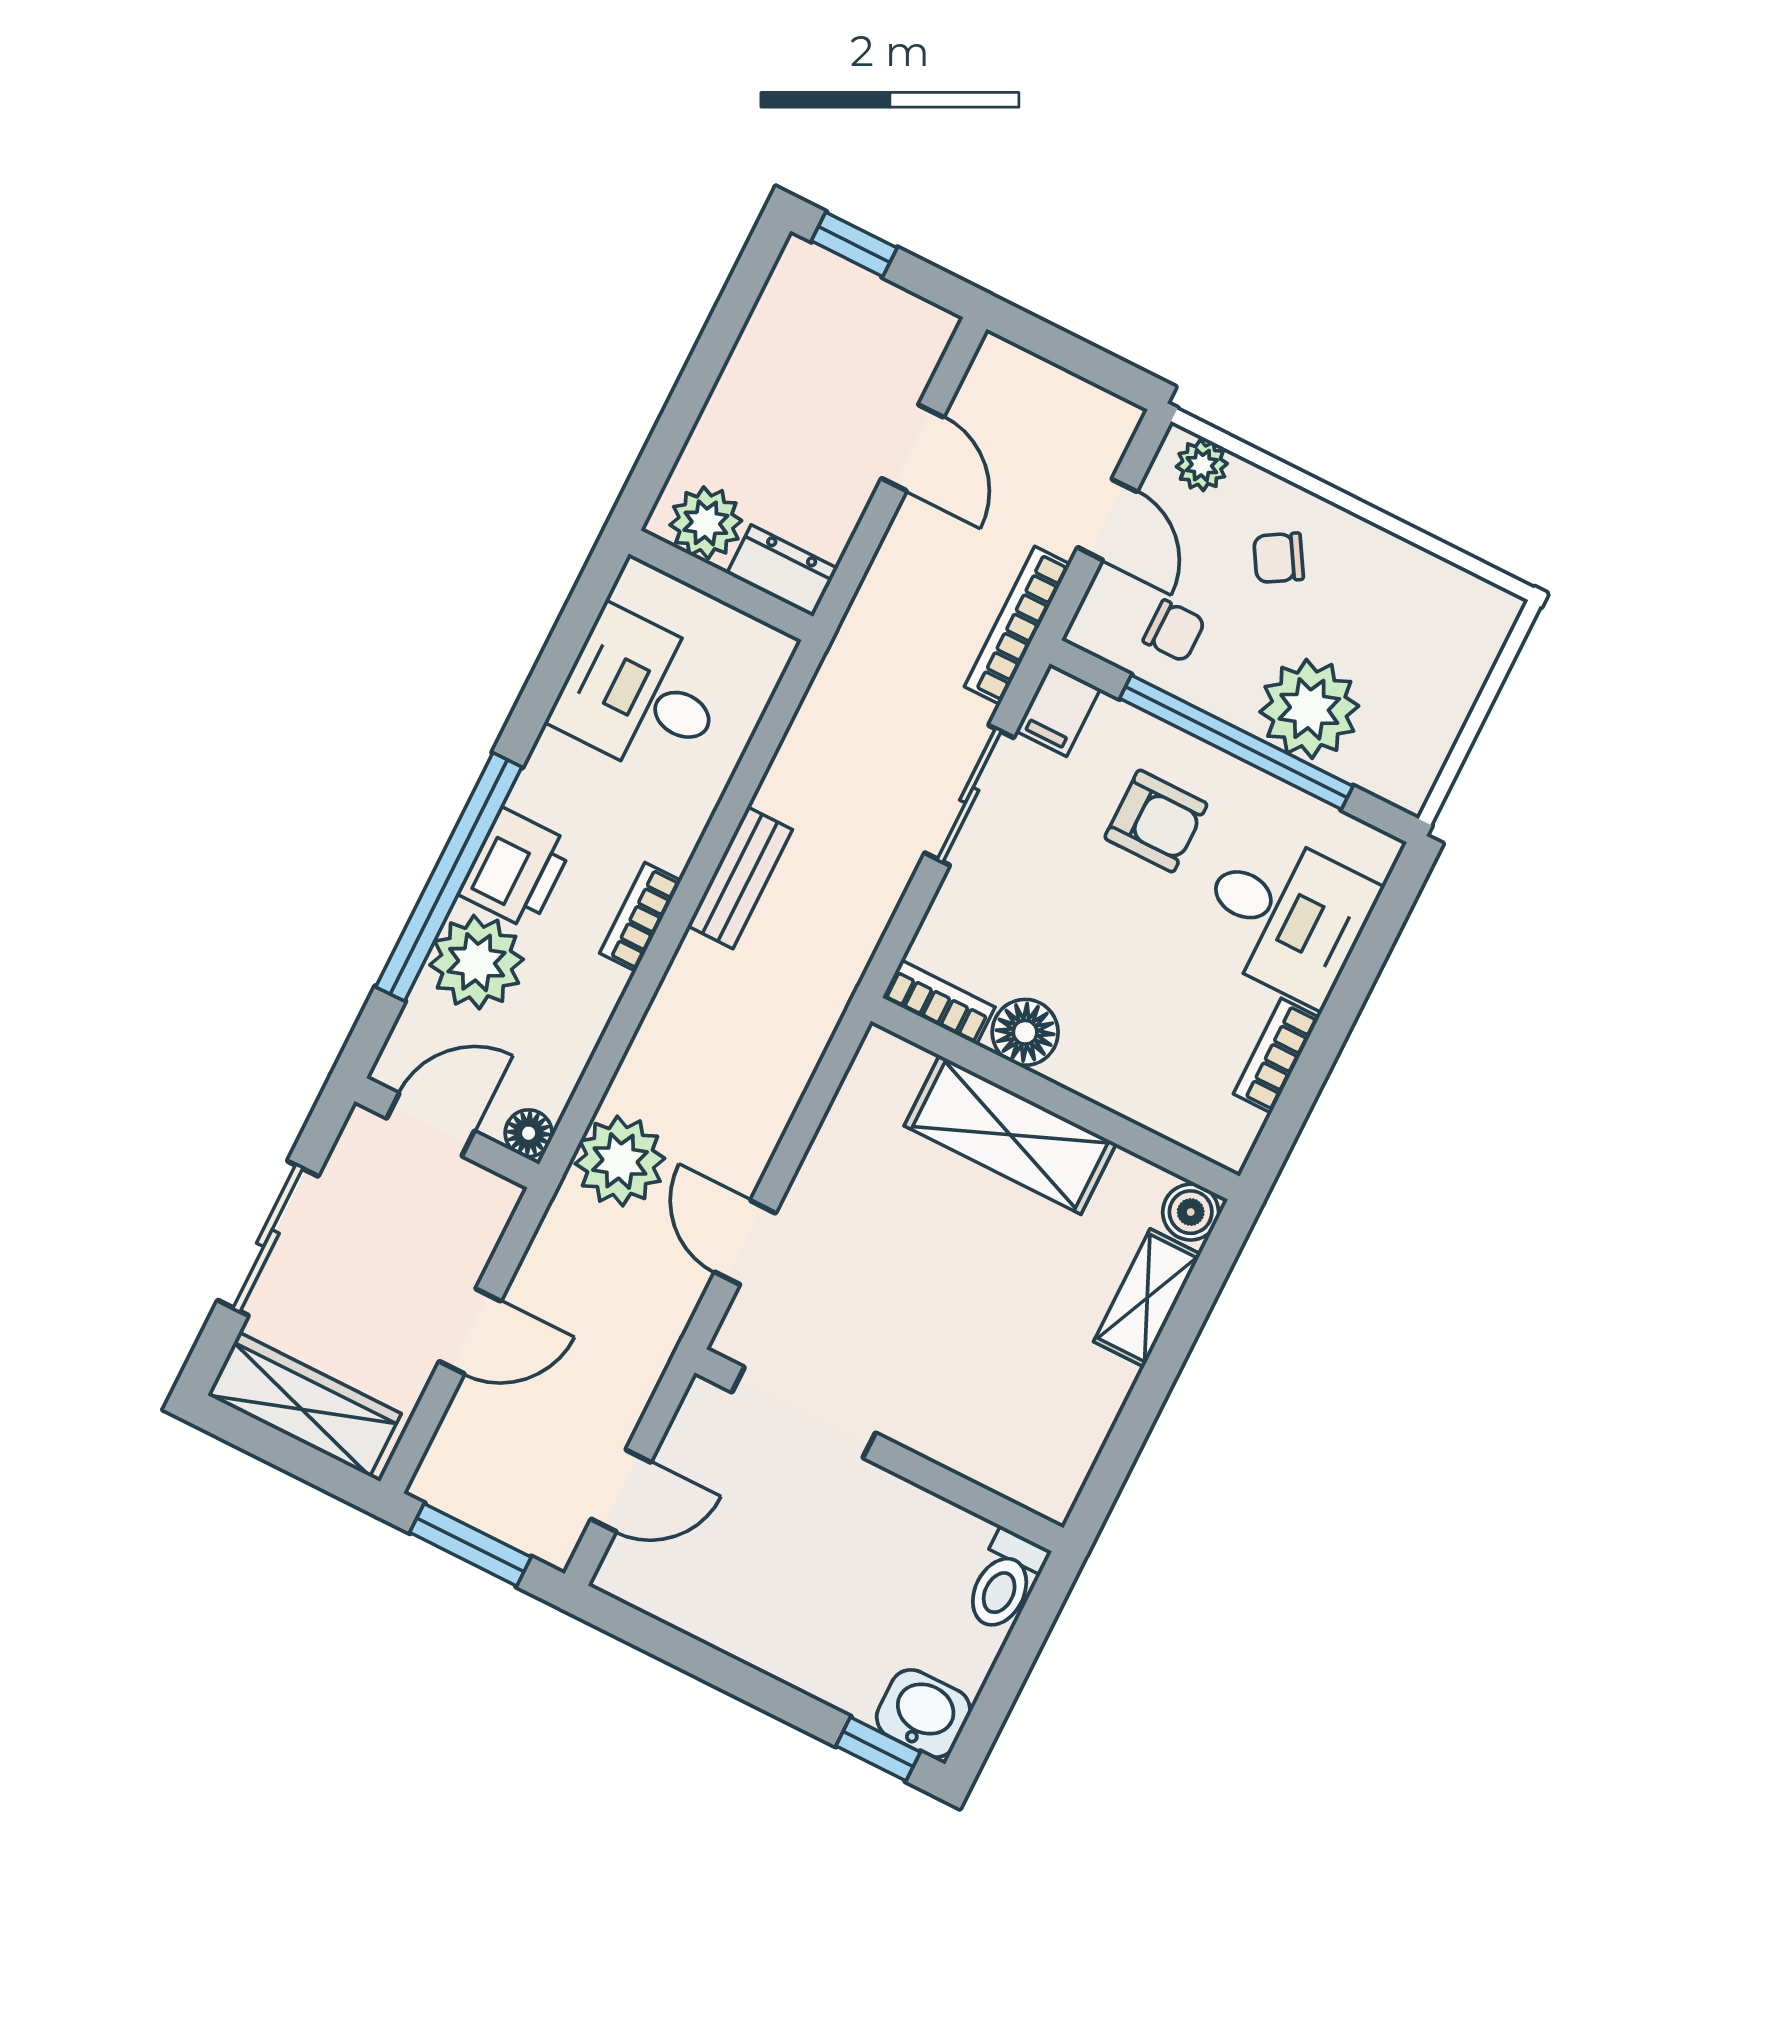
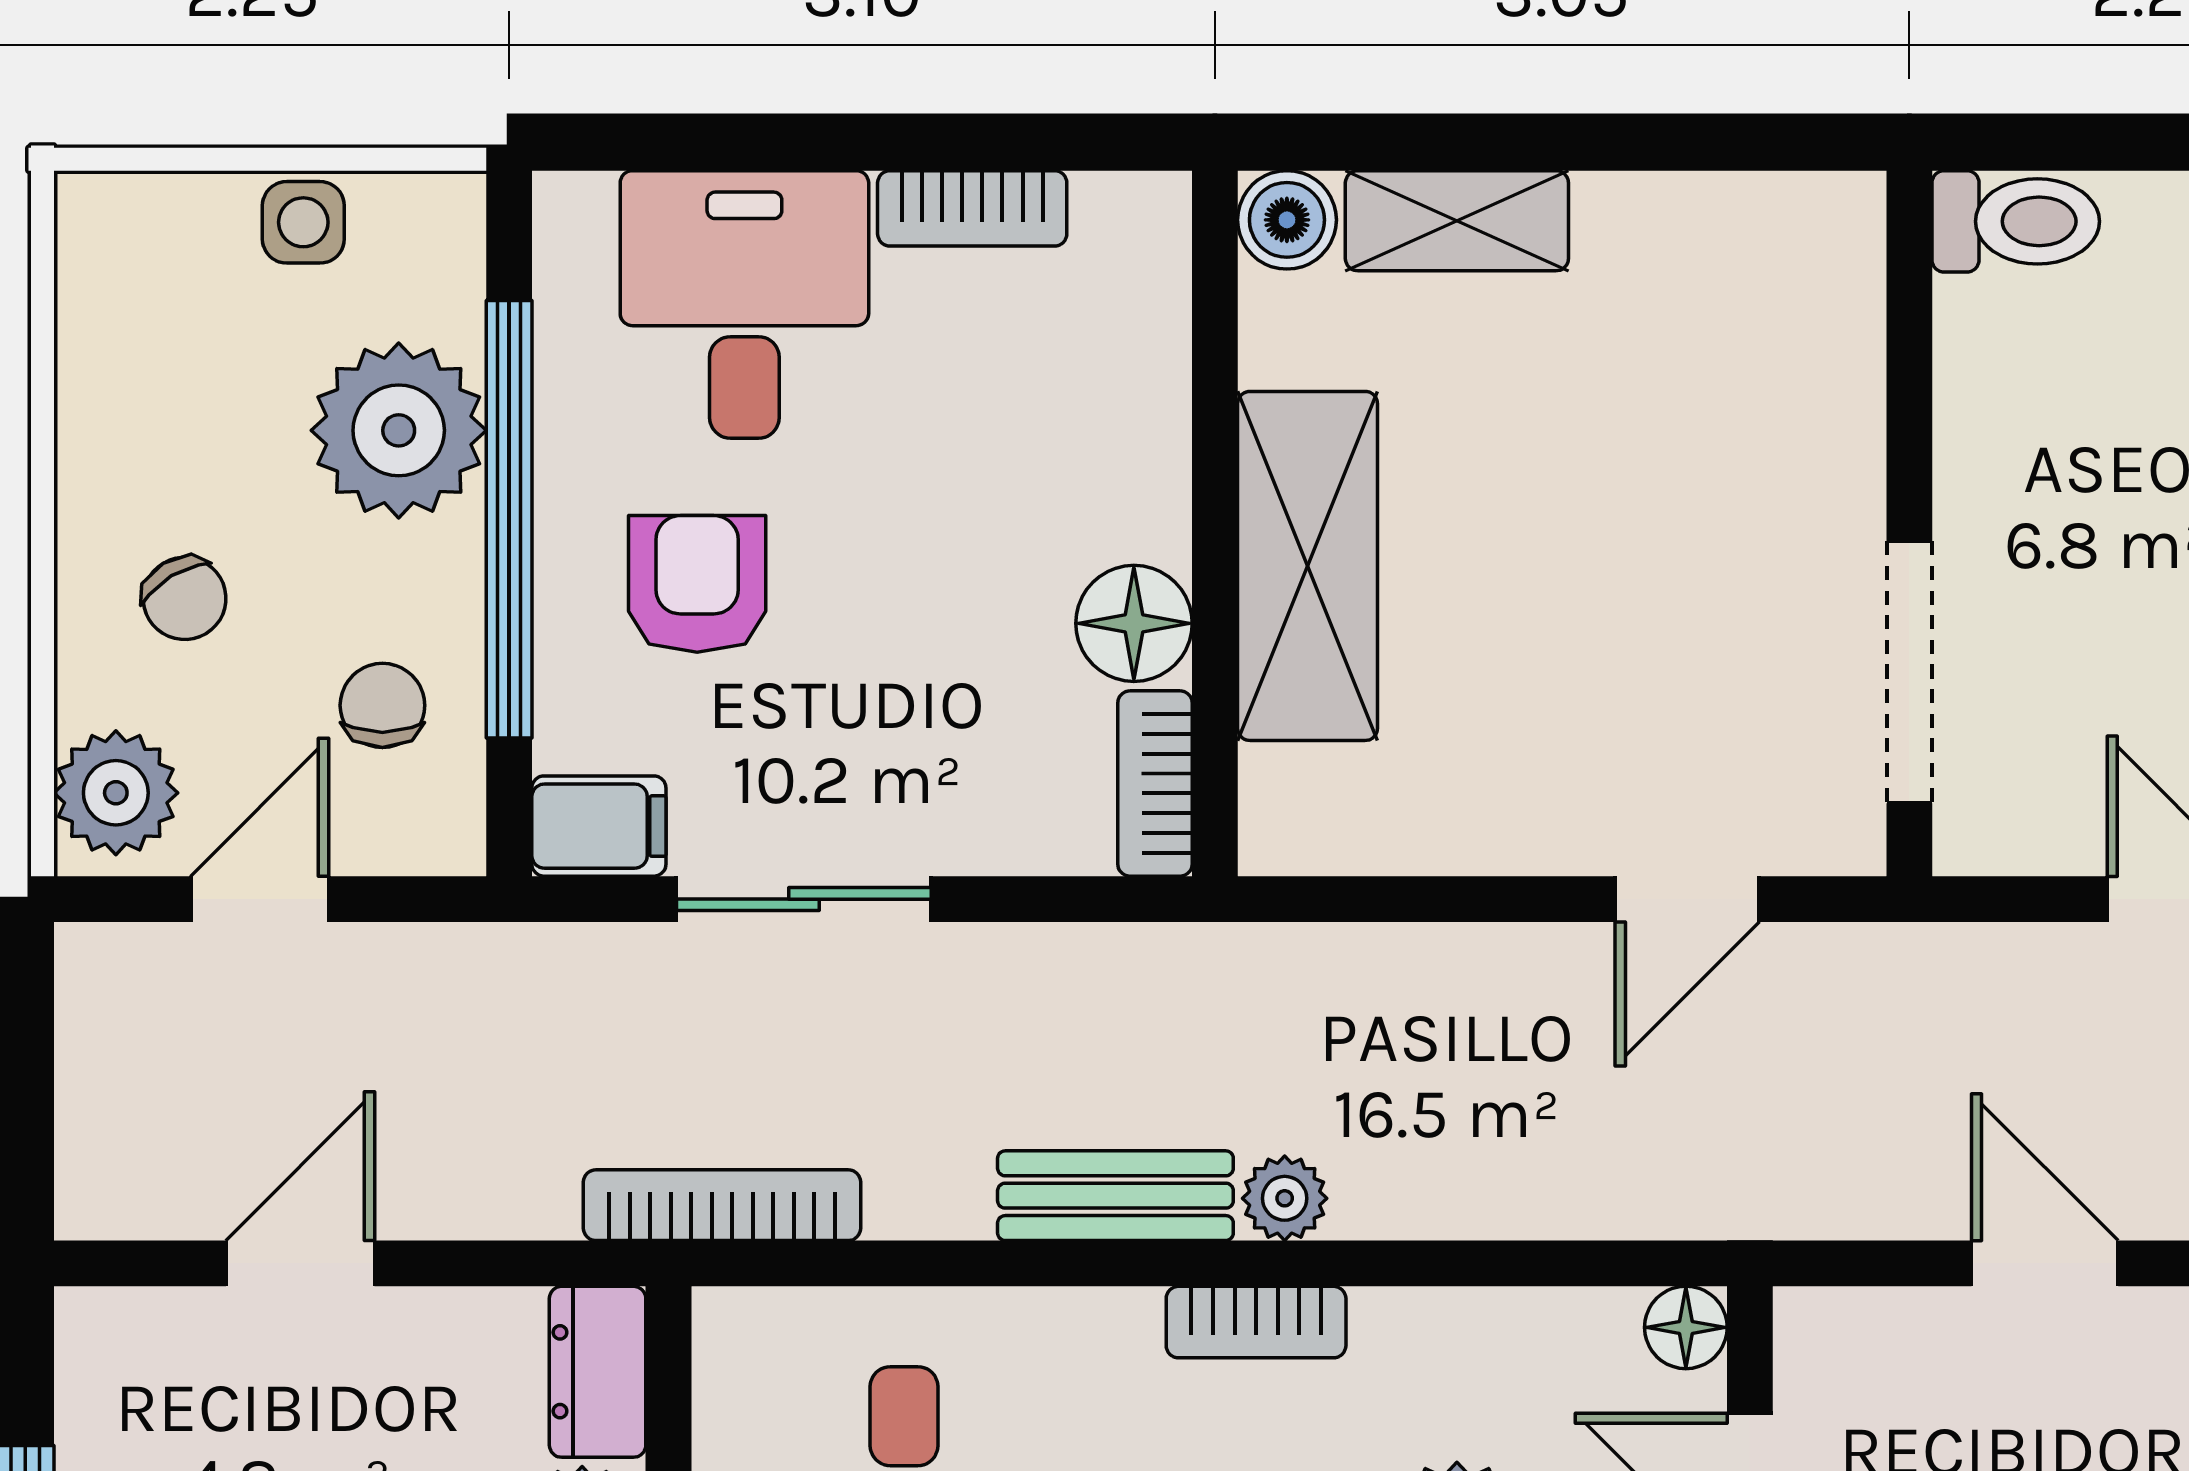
plant: (1202, 465) -> (116, 793), width x1.38, depth x1.38
bookcase: (1017, 625) -> (722, 1205), moved, turned 180
side table: (1439, 713) -> (303, 222), added
plant: (620, 1161) -> (1285, 1198), moved, width x0.53, depth x0.53

